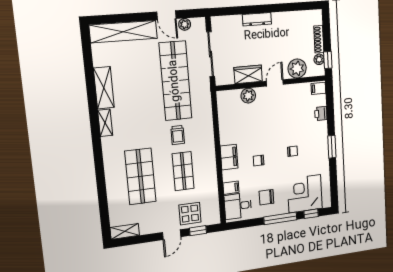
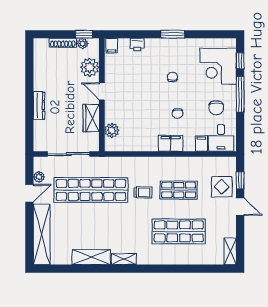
plant: (248, 96) -> (112, 130), moved

